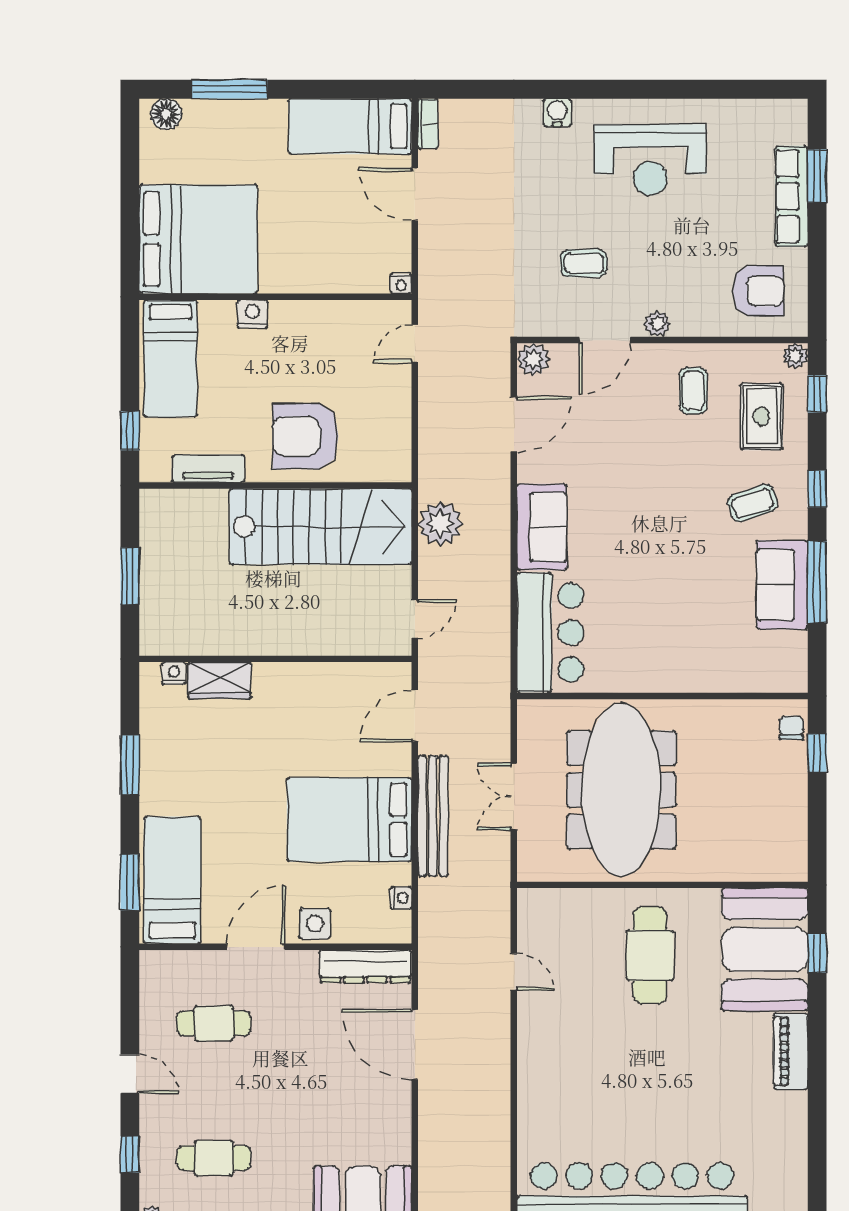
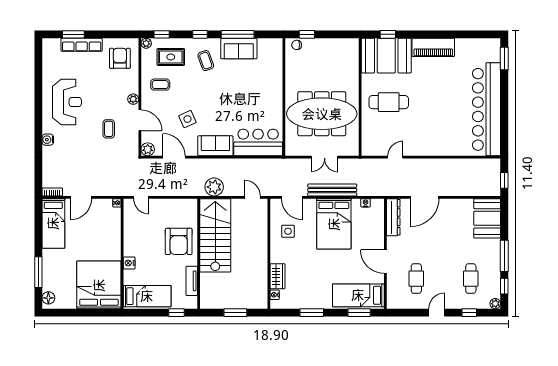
side table: (608, 458) -> (187, 119), added
side table: (315, 924) -> (288, 231), moved
piano: (791, 1051) -> (433, 47), width x1.37, depth x1.33

